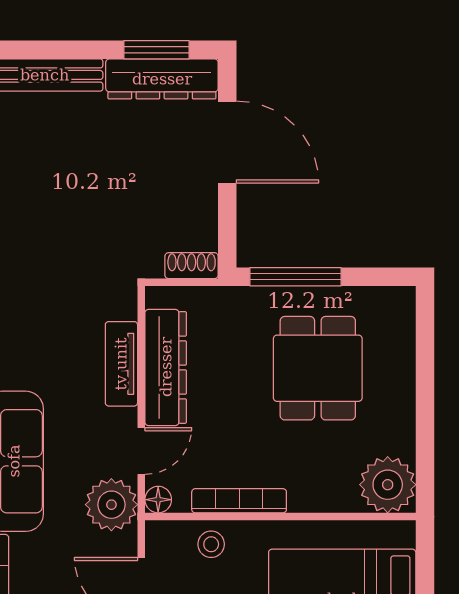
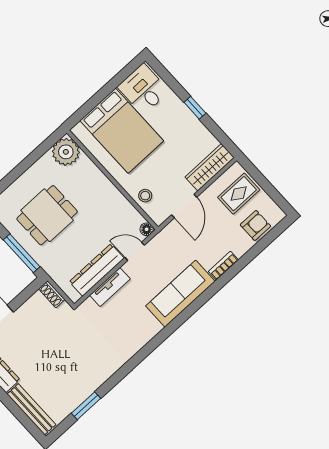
bookcase: (239, 501) -> (120, 200), removed
plant: (111, 505) -> (164, 244), removed

